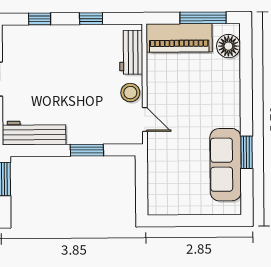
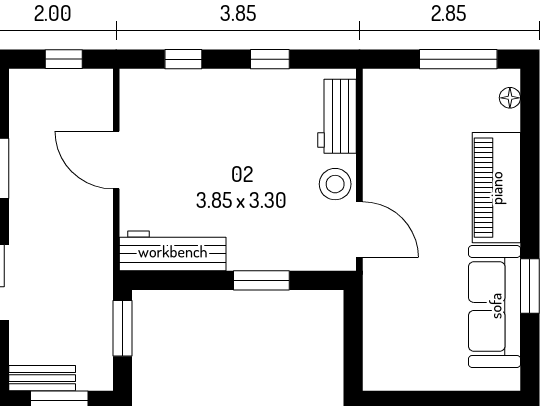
piano: (179, 38) -> (496, 188), moved, turned 90
floor lamp: (228, 46) -> (510, 98), width x0.53, depth x0.53
door: (145, 119) -> (359, 229), width x1.38

